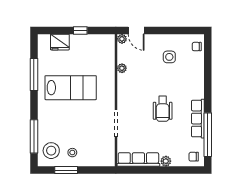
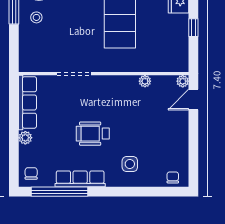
side table: (169, 57) -> (130, 164), moved

